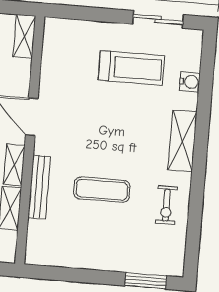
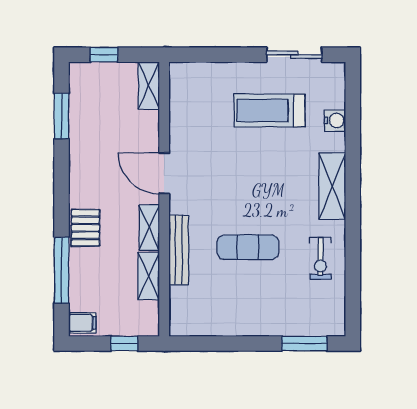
treadmill: (131, 68) -> (269, 111), turned 180

